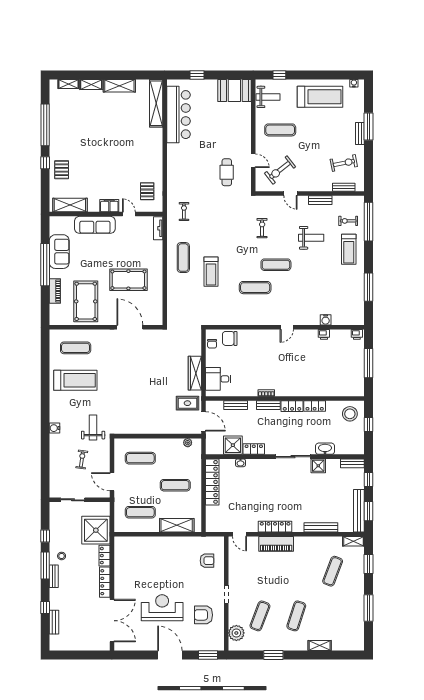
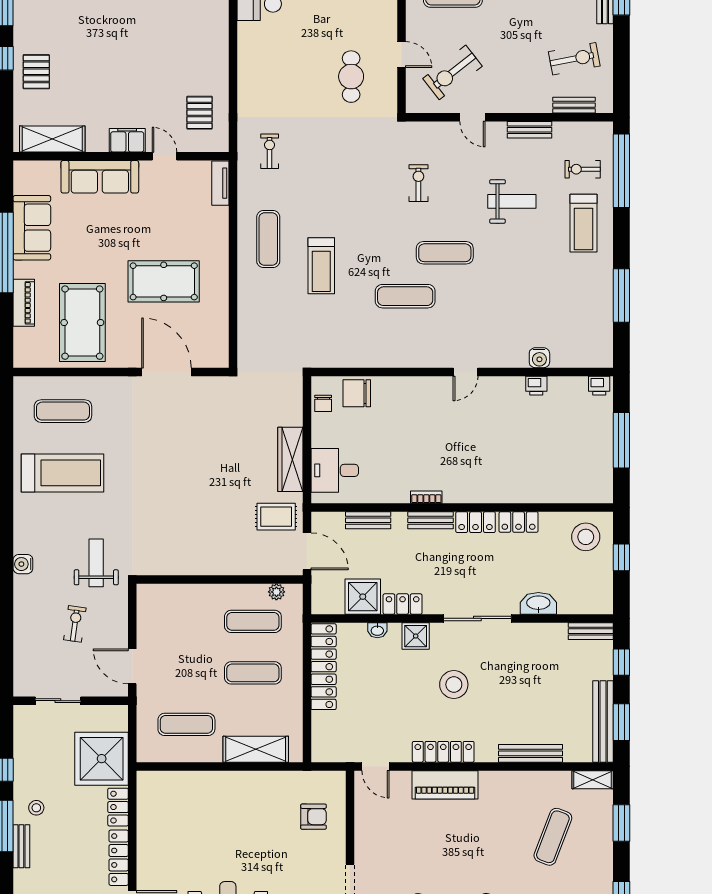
exercise mat: (140, 458) -> (253, 621), moved
shower: (318, 466) -> (416, 636), moved
stool: (281, 491) -> (454, 685), added

